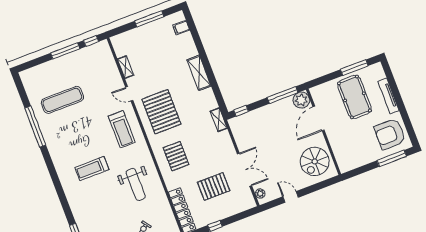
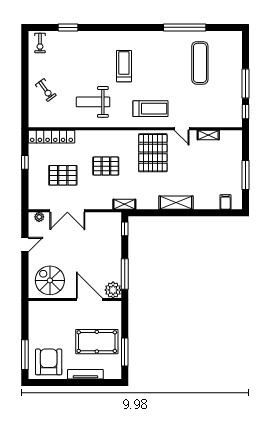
door: (129, 94) -> (182, 129), swing flipped
pallet: (161, 112) -> (153, 153), turned 90
treadmill: (122, 129) -> (151, 109), turned 180
pallet: (176, 156) -> (106, 166), moved
pallet: (214, 186) -> (63, 175), turned 90

